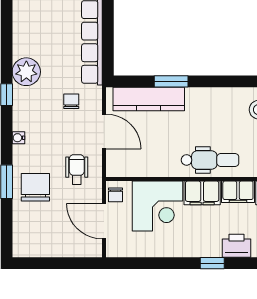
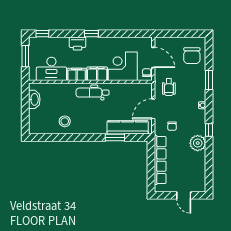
door: (104, 132) -> (153, 109), hinge flipped
chair: (35, 187) -> (192, 56), moved

